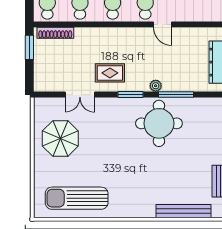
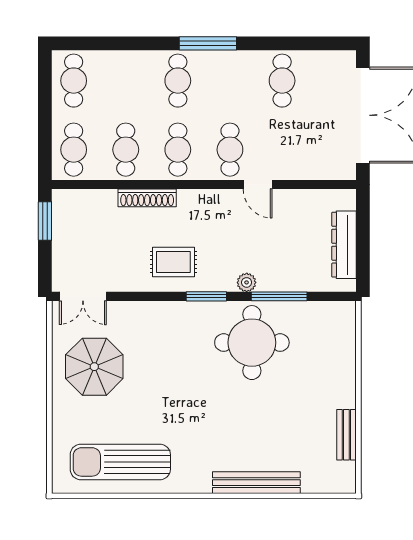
shoe rack: (55, 33) -> (147, 198), moved
double door: (80, 95) -> (83, 296), moved
bench: (183, 211) -> (256, 483), moved

